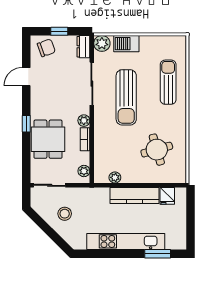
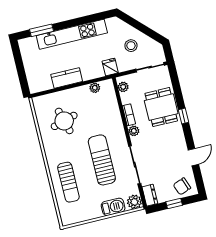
kitchen counter: (135, 195) -> (67, 78), width x0.67
fridge: (167, 196) -> (110, 67), moved

